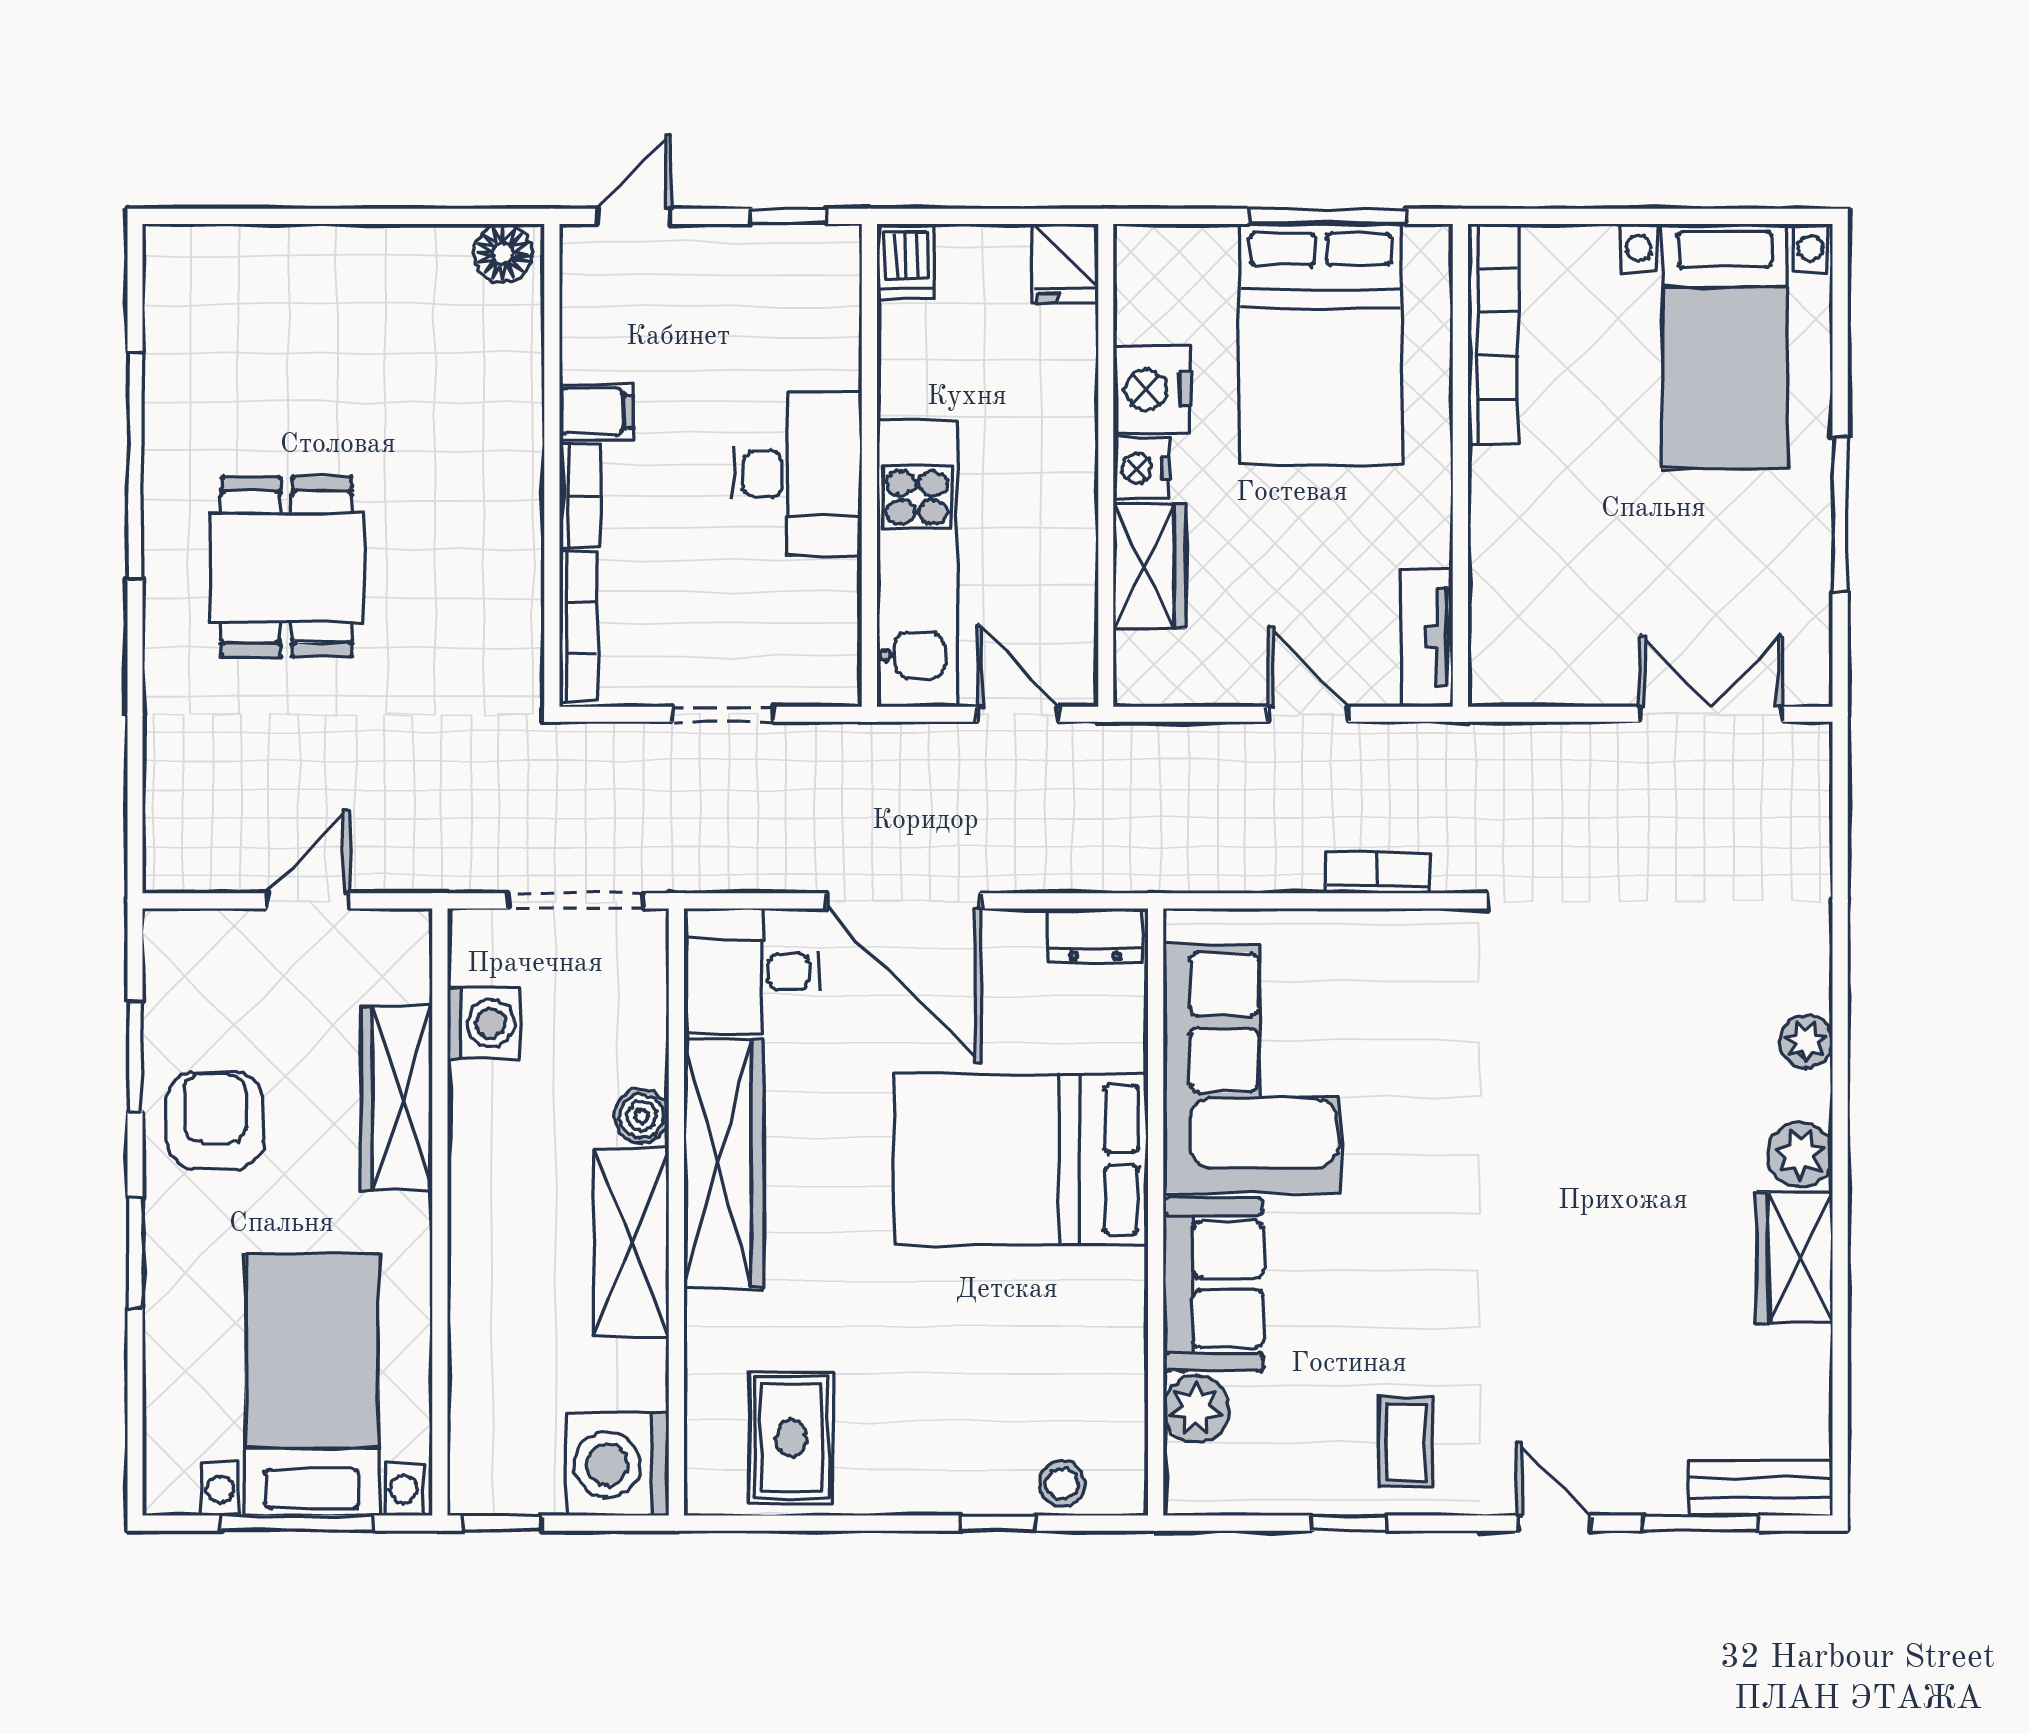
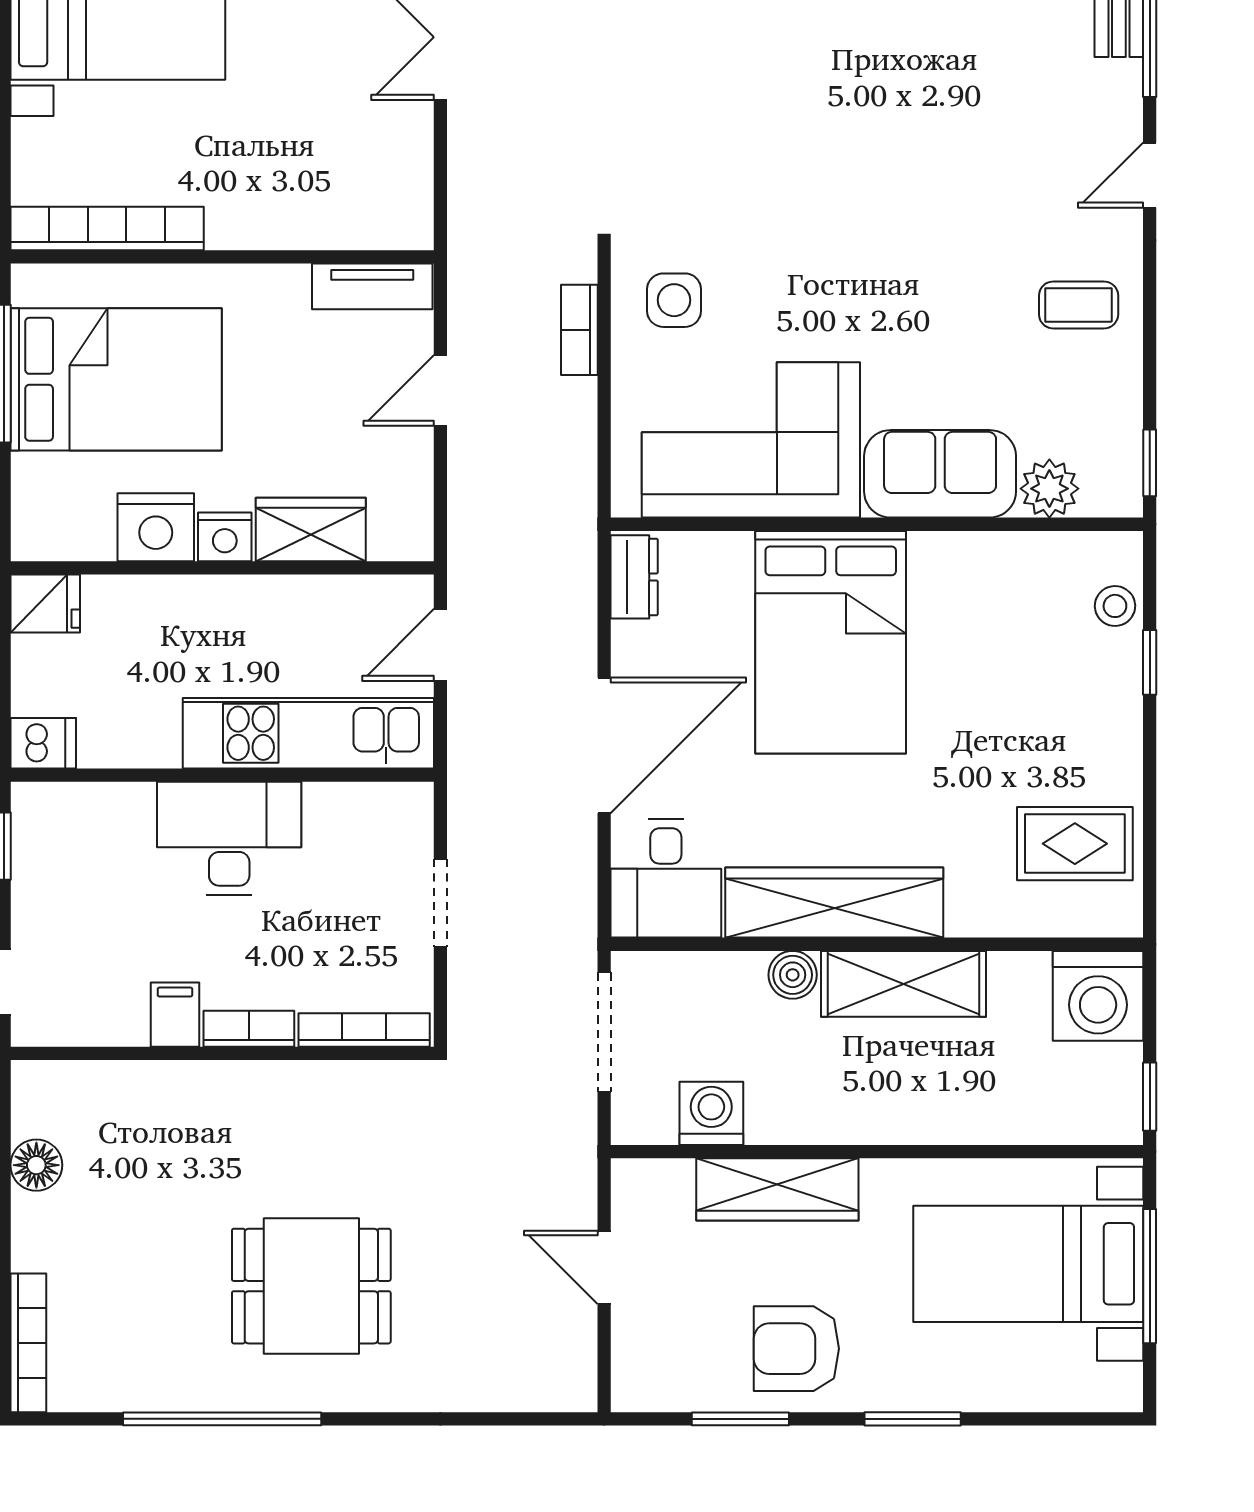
bookcase: (222, 244) -> (28, 1343), added
floor lamp: (503, 253) -> (36, 1165), moved
side table: (1411, 981) -> (674, 300), added
window: (1349, 1523) -> (1150, 463), moved

